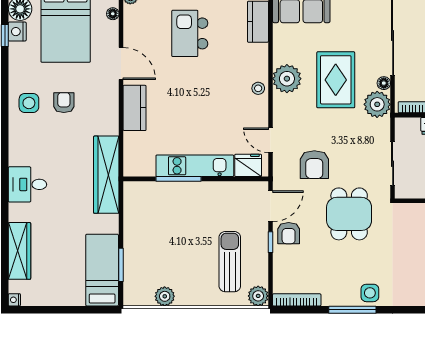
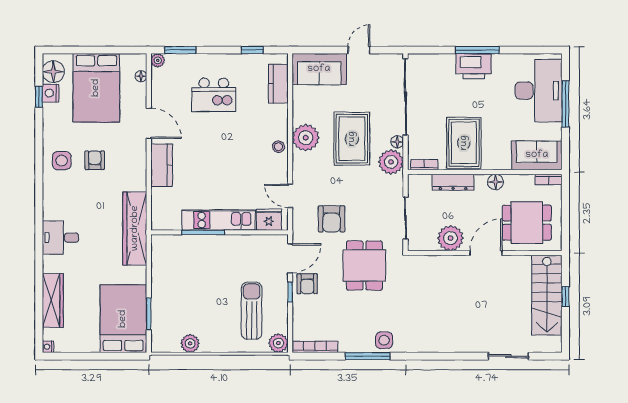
kitchen island: (190, 33) -> (214, 95), turned -90
bed: (102, 270) -> (123, 319), width x1.50

